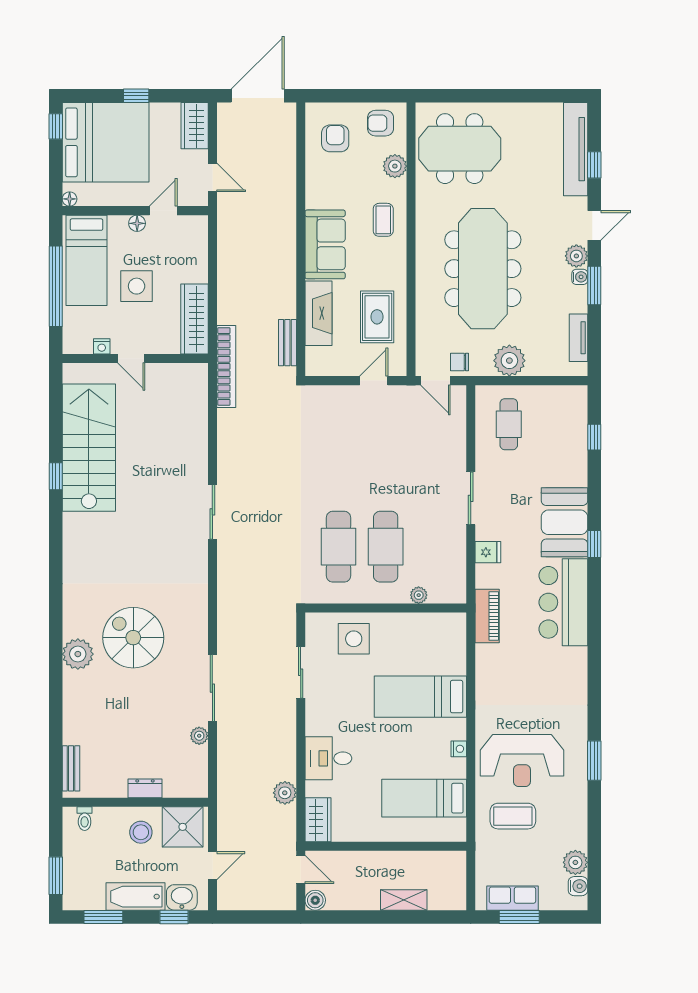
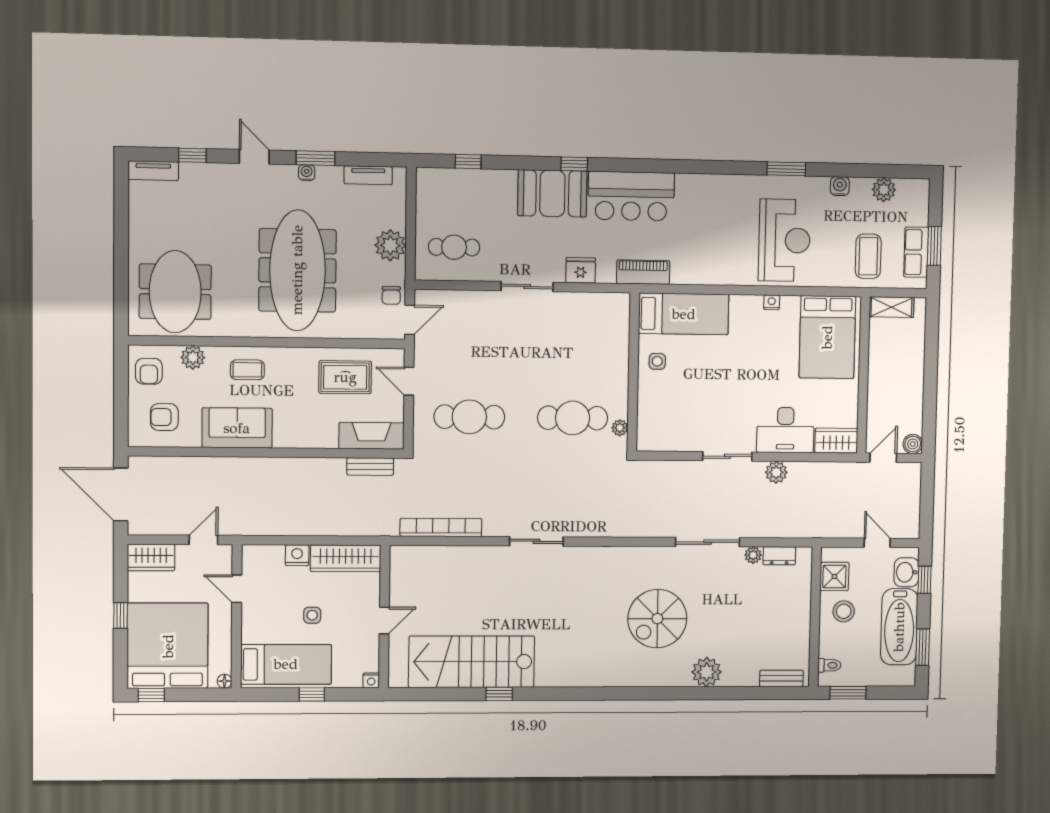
tv unit: (576, 149) -> (153, 171), width x0.52, depth x0.78
floor lamp: (137, 223) -> (249, 615), removed
sofa: (325, 244) -> (237, 428), moved
plant: (576, 256) -> (285, 176), removed
meeting table: (483, 269) -> (297, 270), turned 90
nightstand: (197, 270) -> (297, 555), added
window: (56, 286) -> (312, 694), width x0.32
side table: (137, 286) -> (312, 615), width x0.54, depth x0.54
fireplace: (318, 313) -> (371, 436), moved
nightstand: (102, 346) -> (371, 680), moved, turned 90
bookcase: (226, 366) -> (441, 527), moved
cafe table: (386, 547) -> (469, 417), moved
fridge: (488, 552) -> (581, 270), width x1.38
plant: (419, 595) -> (620, 428), moved
side table: (354, 639) -> (657, 361), moved, width x0.54, depth x0.54
plant: (78, 654) -> (707, 672), moved
sliding door: (301, 672) -> (727, 456), moved
bed: (420, 697) -> (684, 314), moved, turned -90
desk: (328, 758) -> (785, 430), width x1.37
dresser: (145, 788) -> (779, 556), moved, turned -90
plant: (285, 793) -> (776, 472), moved
bed: (424, 798) -> (827, 337), width x1.50
coffee table: (513, 816) -> (868, 256), moved
shower: (183, 827) -> (834, 576), width x0.73, depth x0.73
window: (56, 876) -> (848, 693), moved
water cooler: (578, 886) -> (840, 186), moved
bathtub: (136, 897) -> (899, 627), width x1.36, depth x1.36
shelving: (404, 900) -> (892, 307), moved, turned 90

